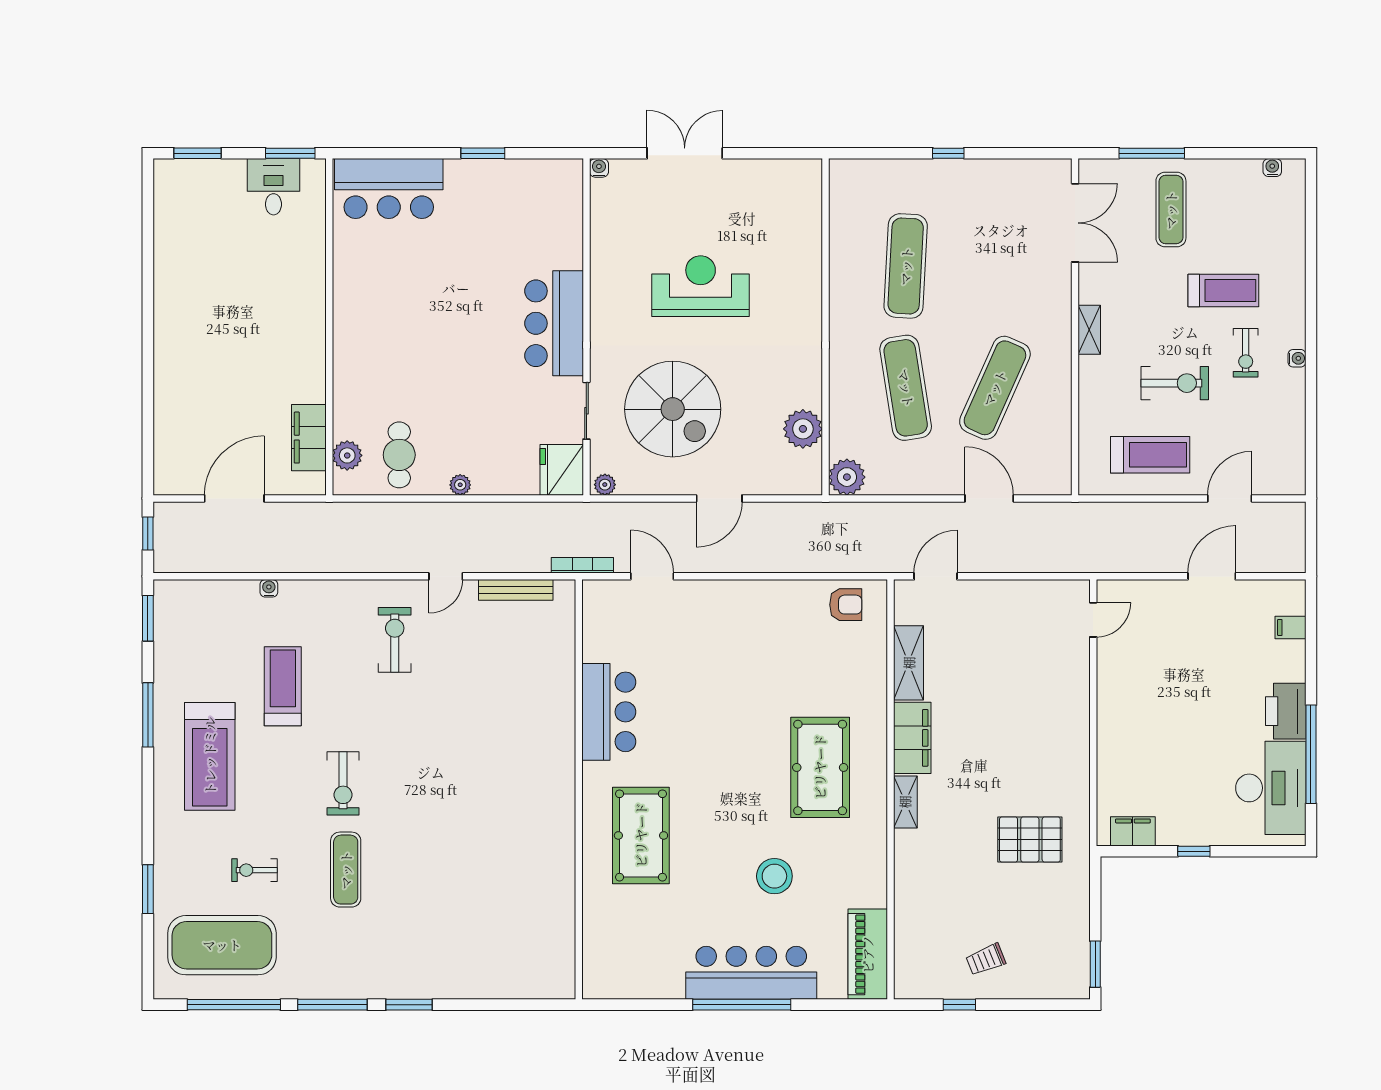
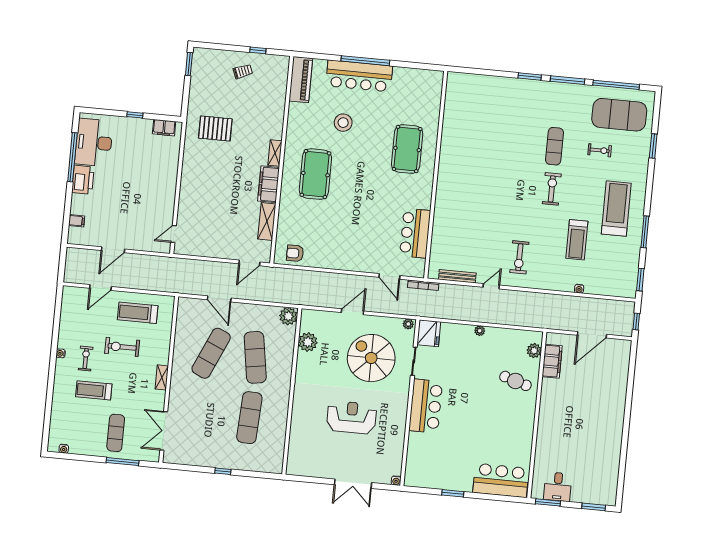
reception desk: (701, 286) -> (352, 417), turned 180
cafe table: (399, 455) -> (515, 381), moved, turned -73
bar counter: (609, 712) -> (415, 233), moved

